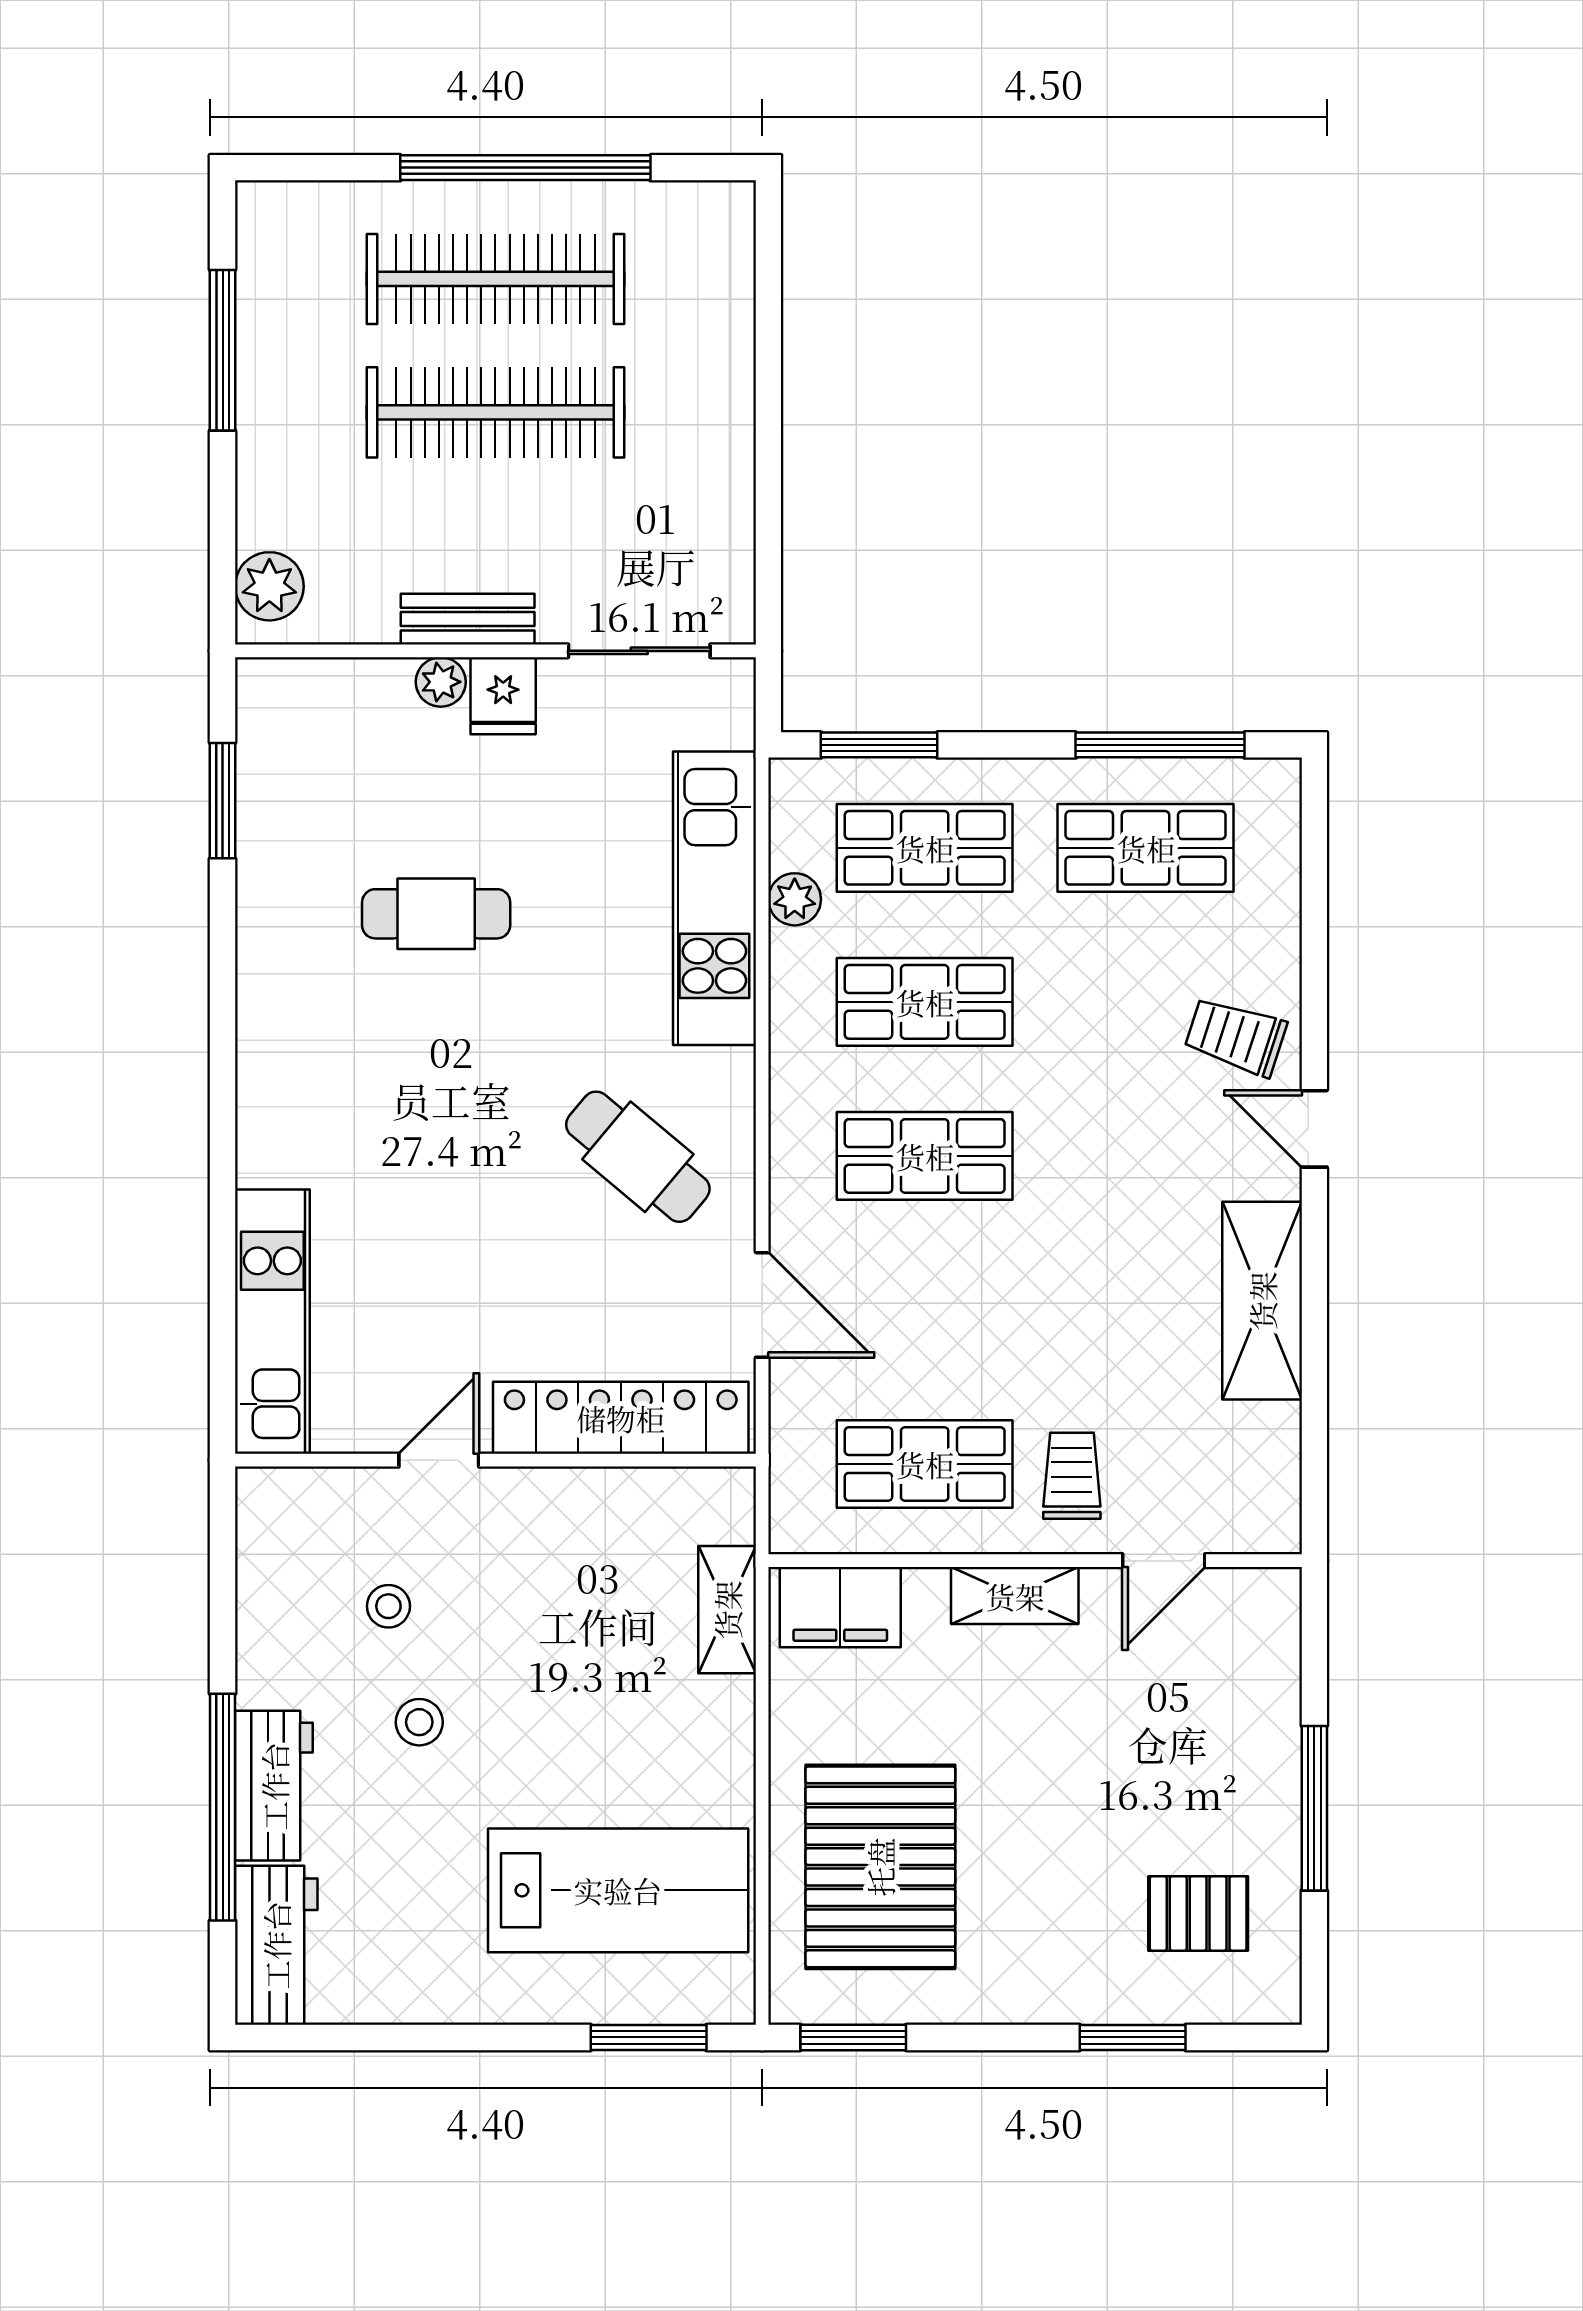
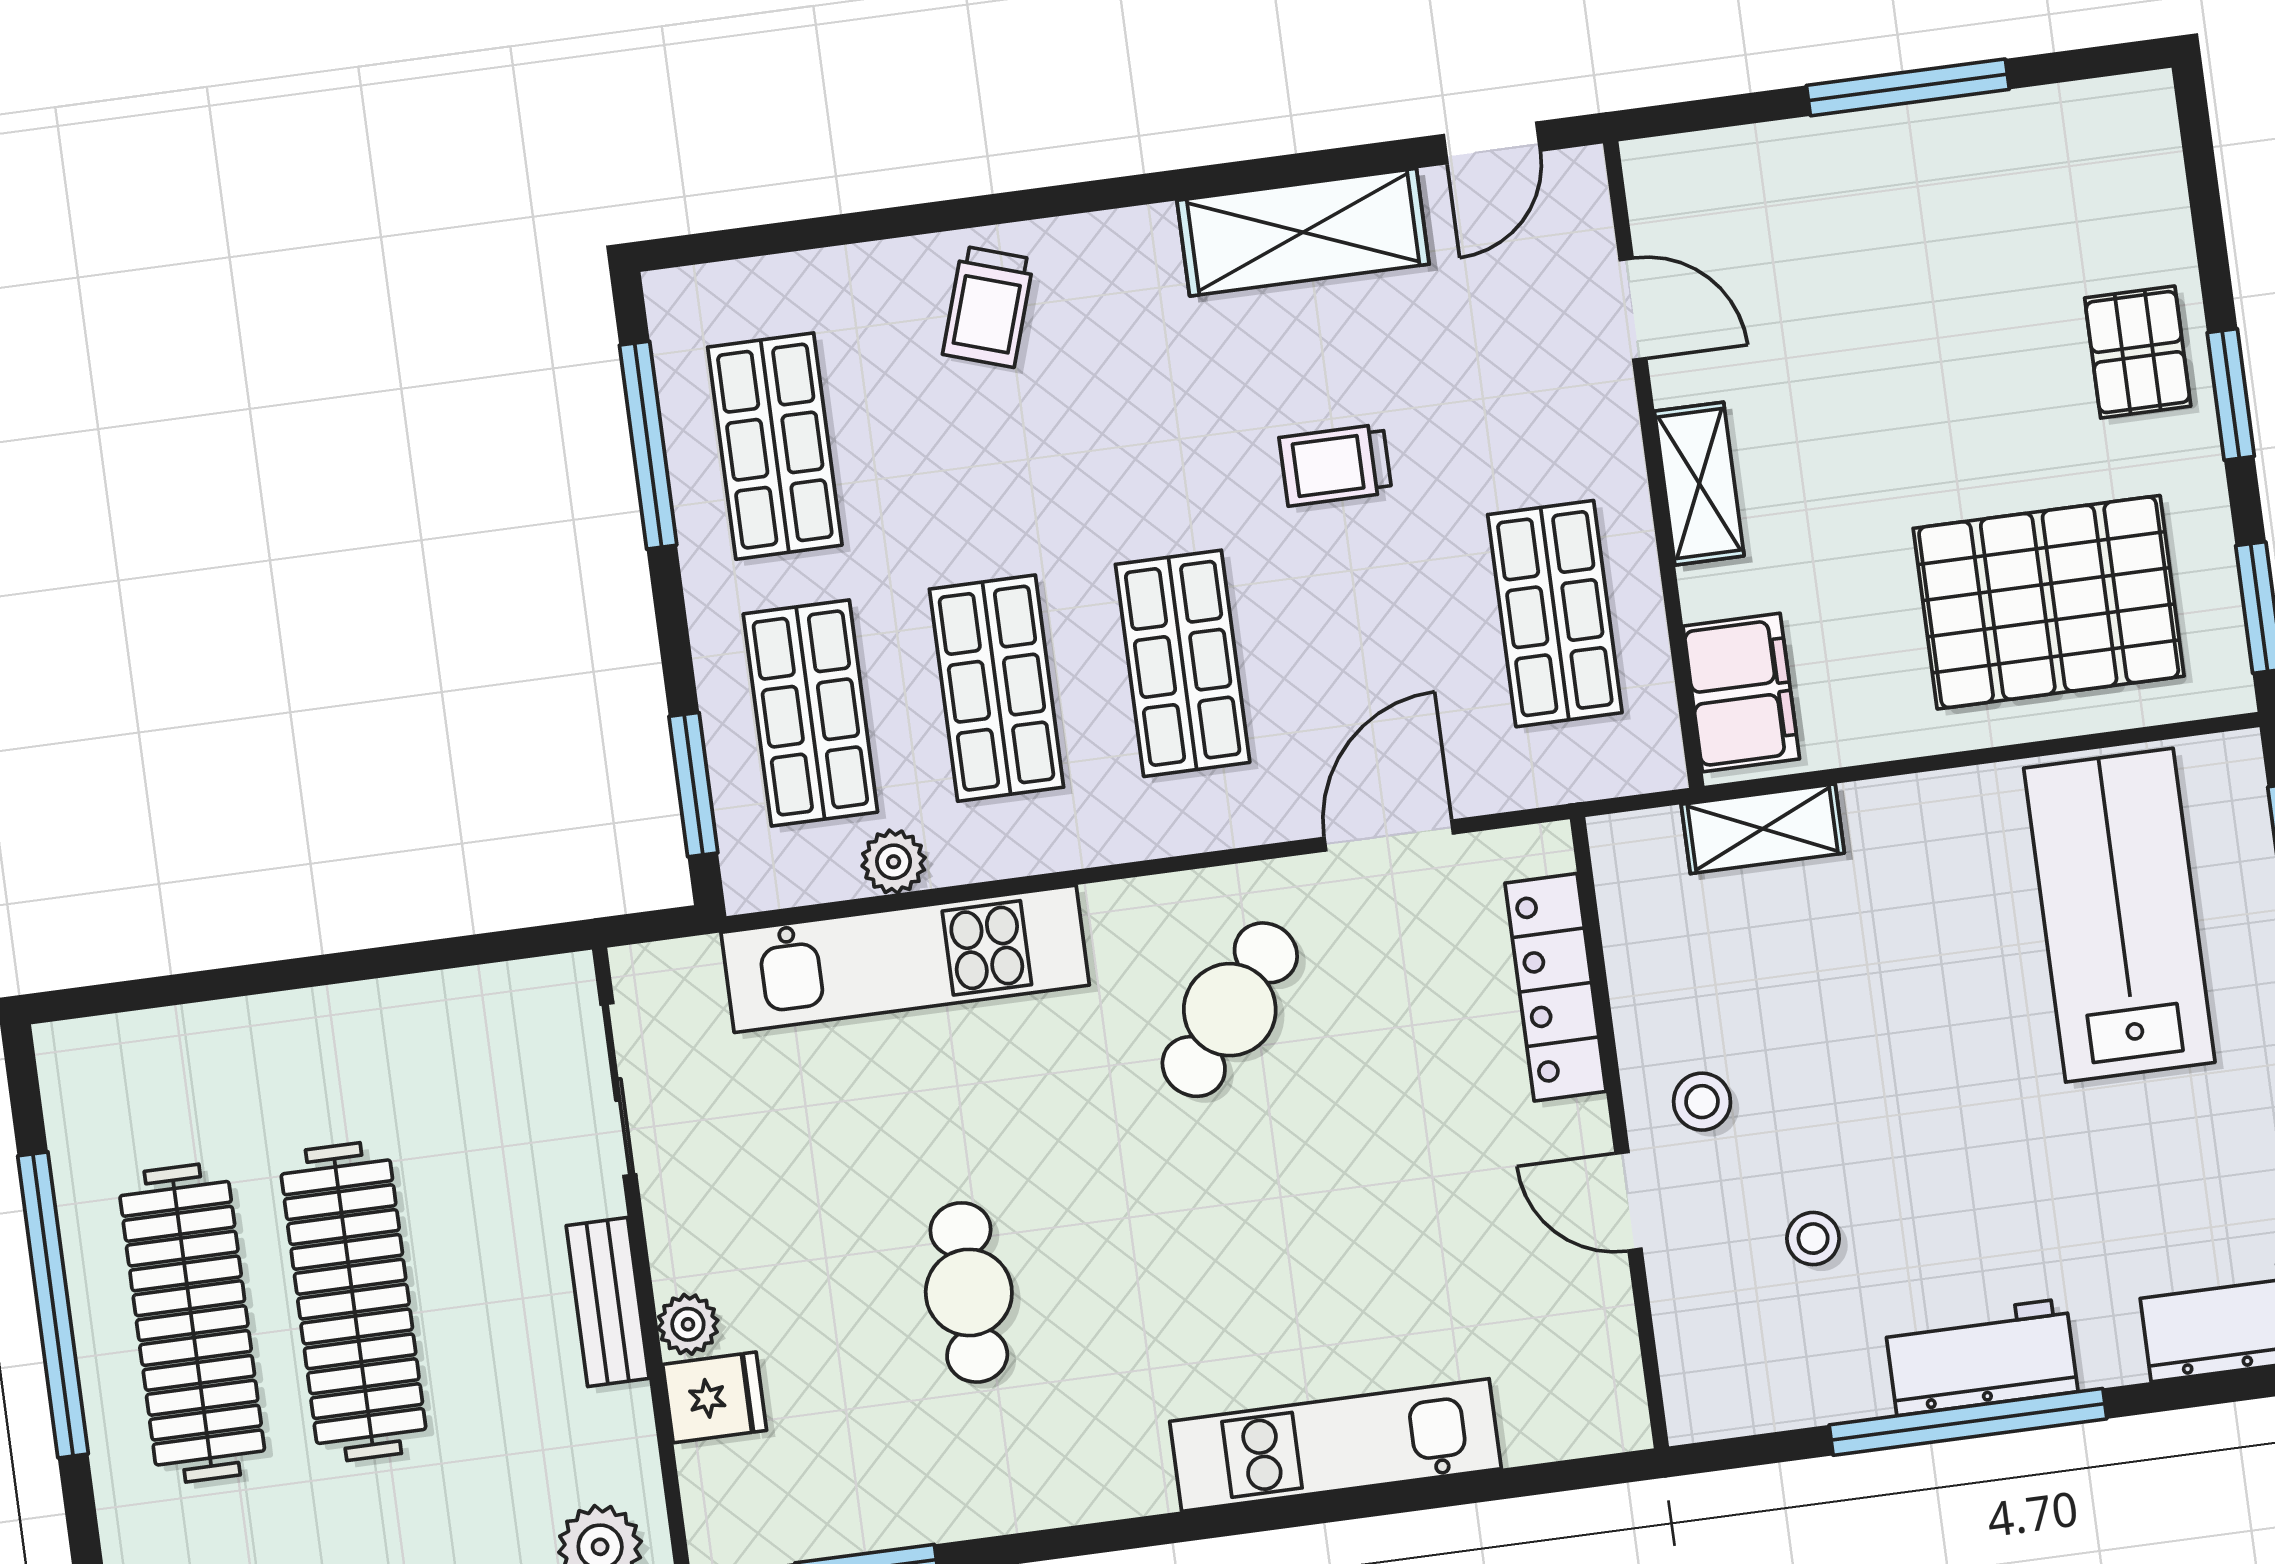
fridge: (503, 696) -> (715, 1397), moved
door: (1314, 1129) -> (1492, 143), moved
kitchen unit: (272, 1322) -> (1335, 1445), moved
locker: (621, 1418) -> (1556, 987), width x0.71, depth x0.83
trolley: (1072, 1476) -> (1335, 465), moved
stool: (419, 1722) -> (1702, 1102), moved
workbench: (274, 1786) -> (1981, 1357), moved
window: (223, 1807) -> (1968, 1422), moved
pallet: (1198, 1913) -> (2138, 352), moved
window: (1133, 2037) -> (2231, 394), moved

